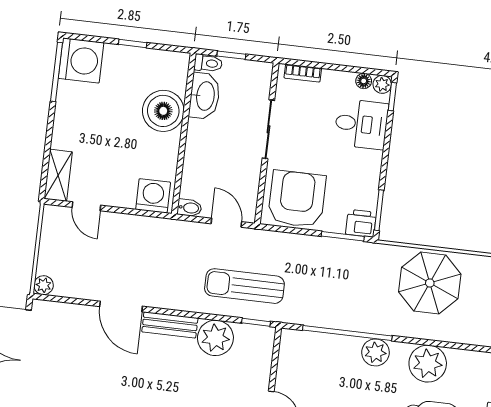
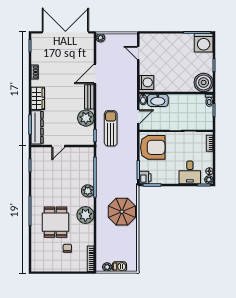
washbasin: (205, 96) -> (158, 100), moved
boiler: (163, 111) -> (204, 82), moved
shelving: (58, 175) -> (151, 39), removed
door: (86, 206) -> (138, 53), hinge flipped

